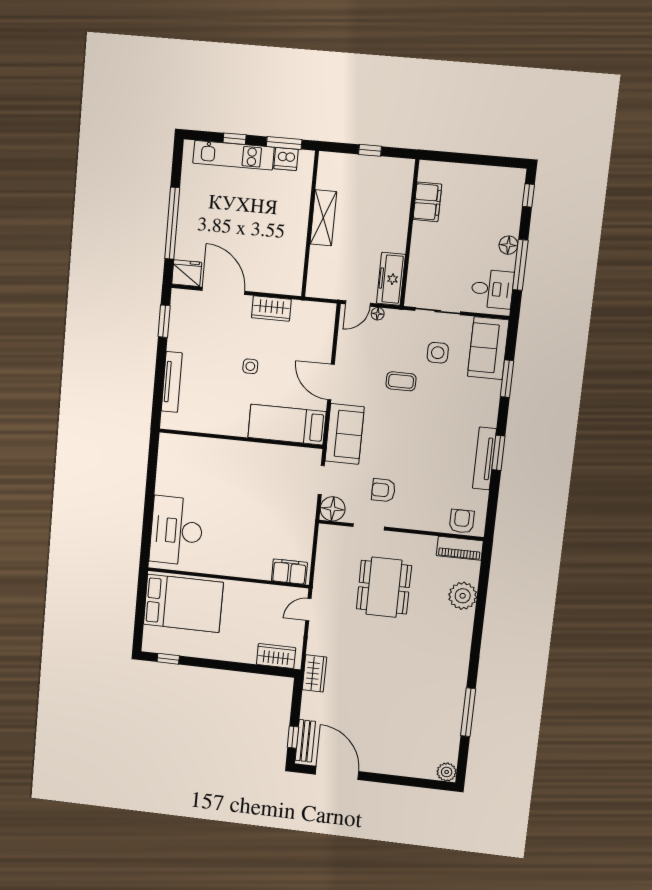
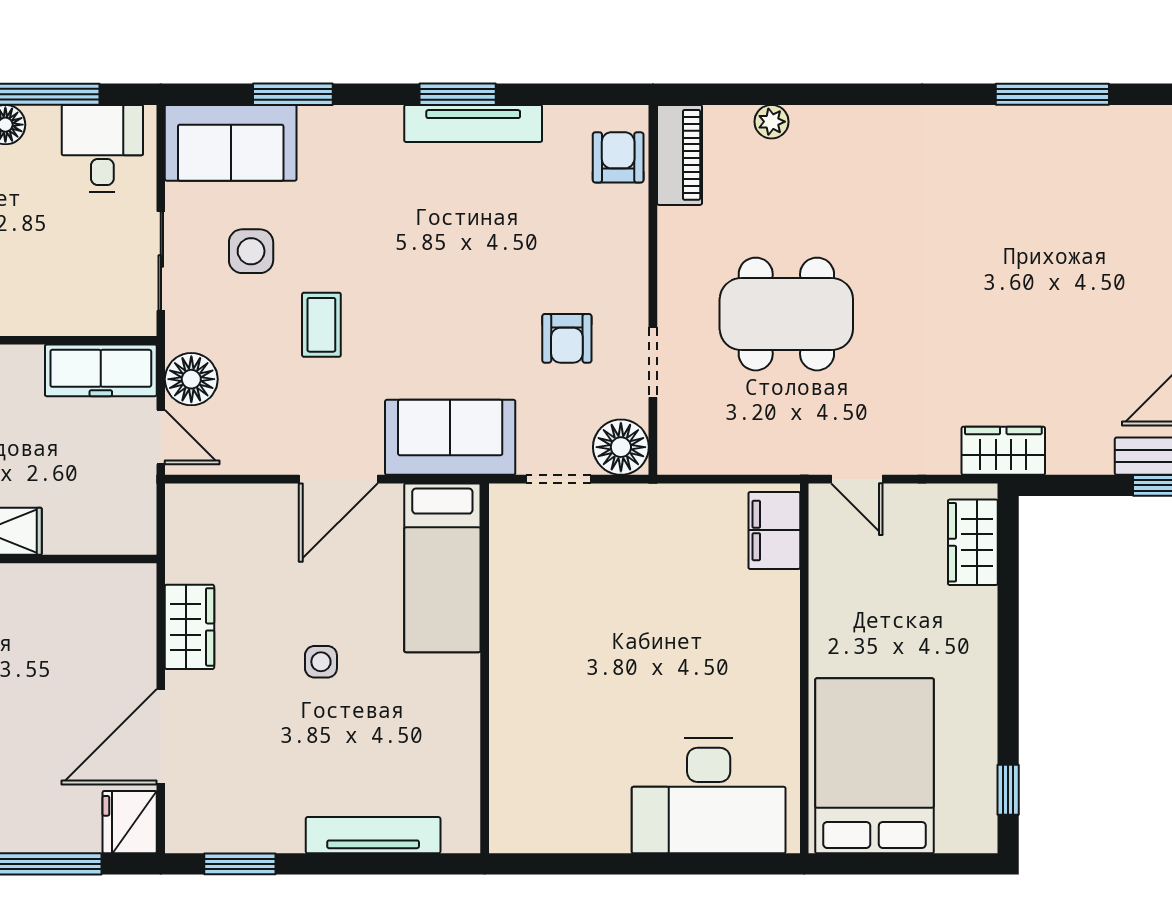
floor lamp: (378, 314) -> (191, 379), width x1.89, depth x1.89
armchair: (462, 521) -> (618, 157), turned 90
plant: (463, 596) -> (772, 122), width x0.53, depth x0.53

